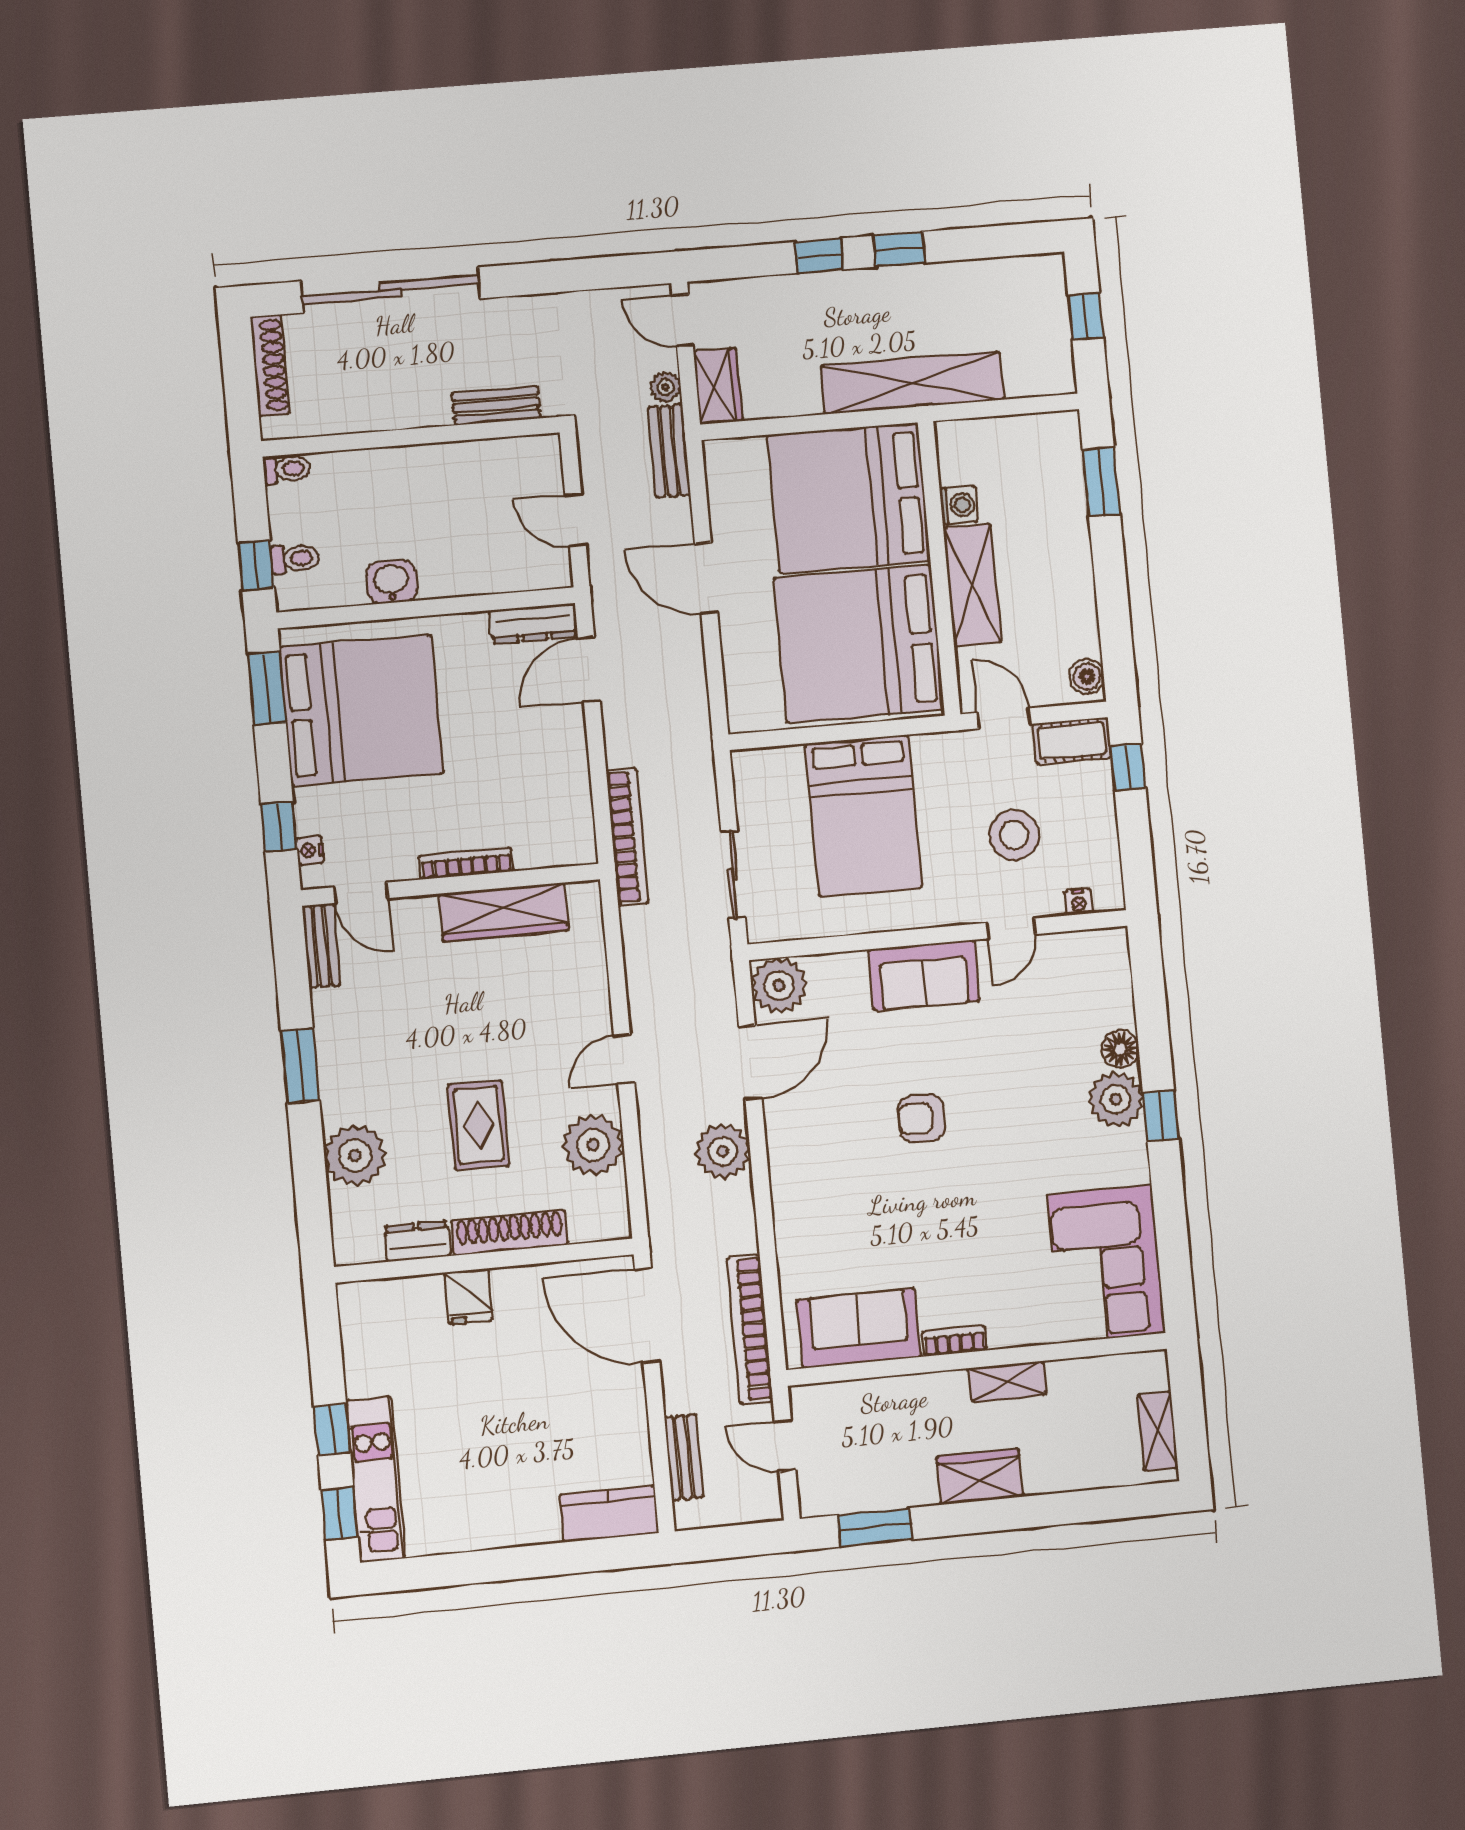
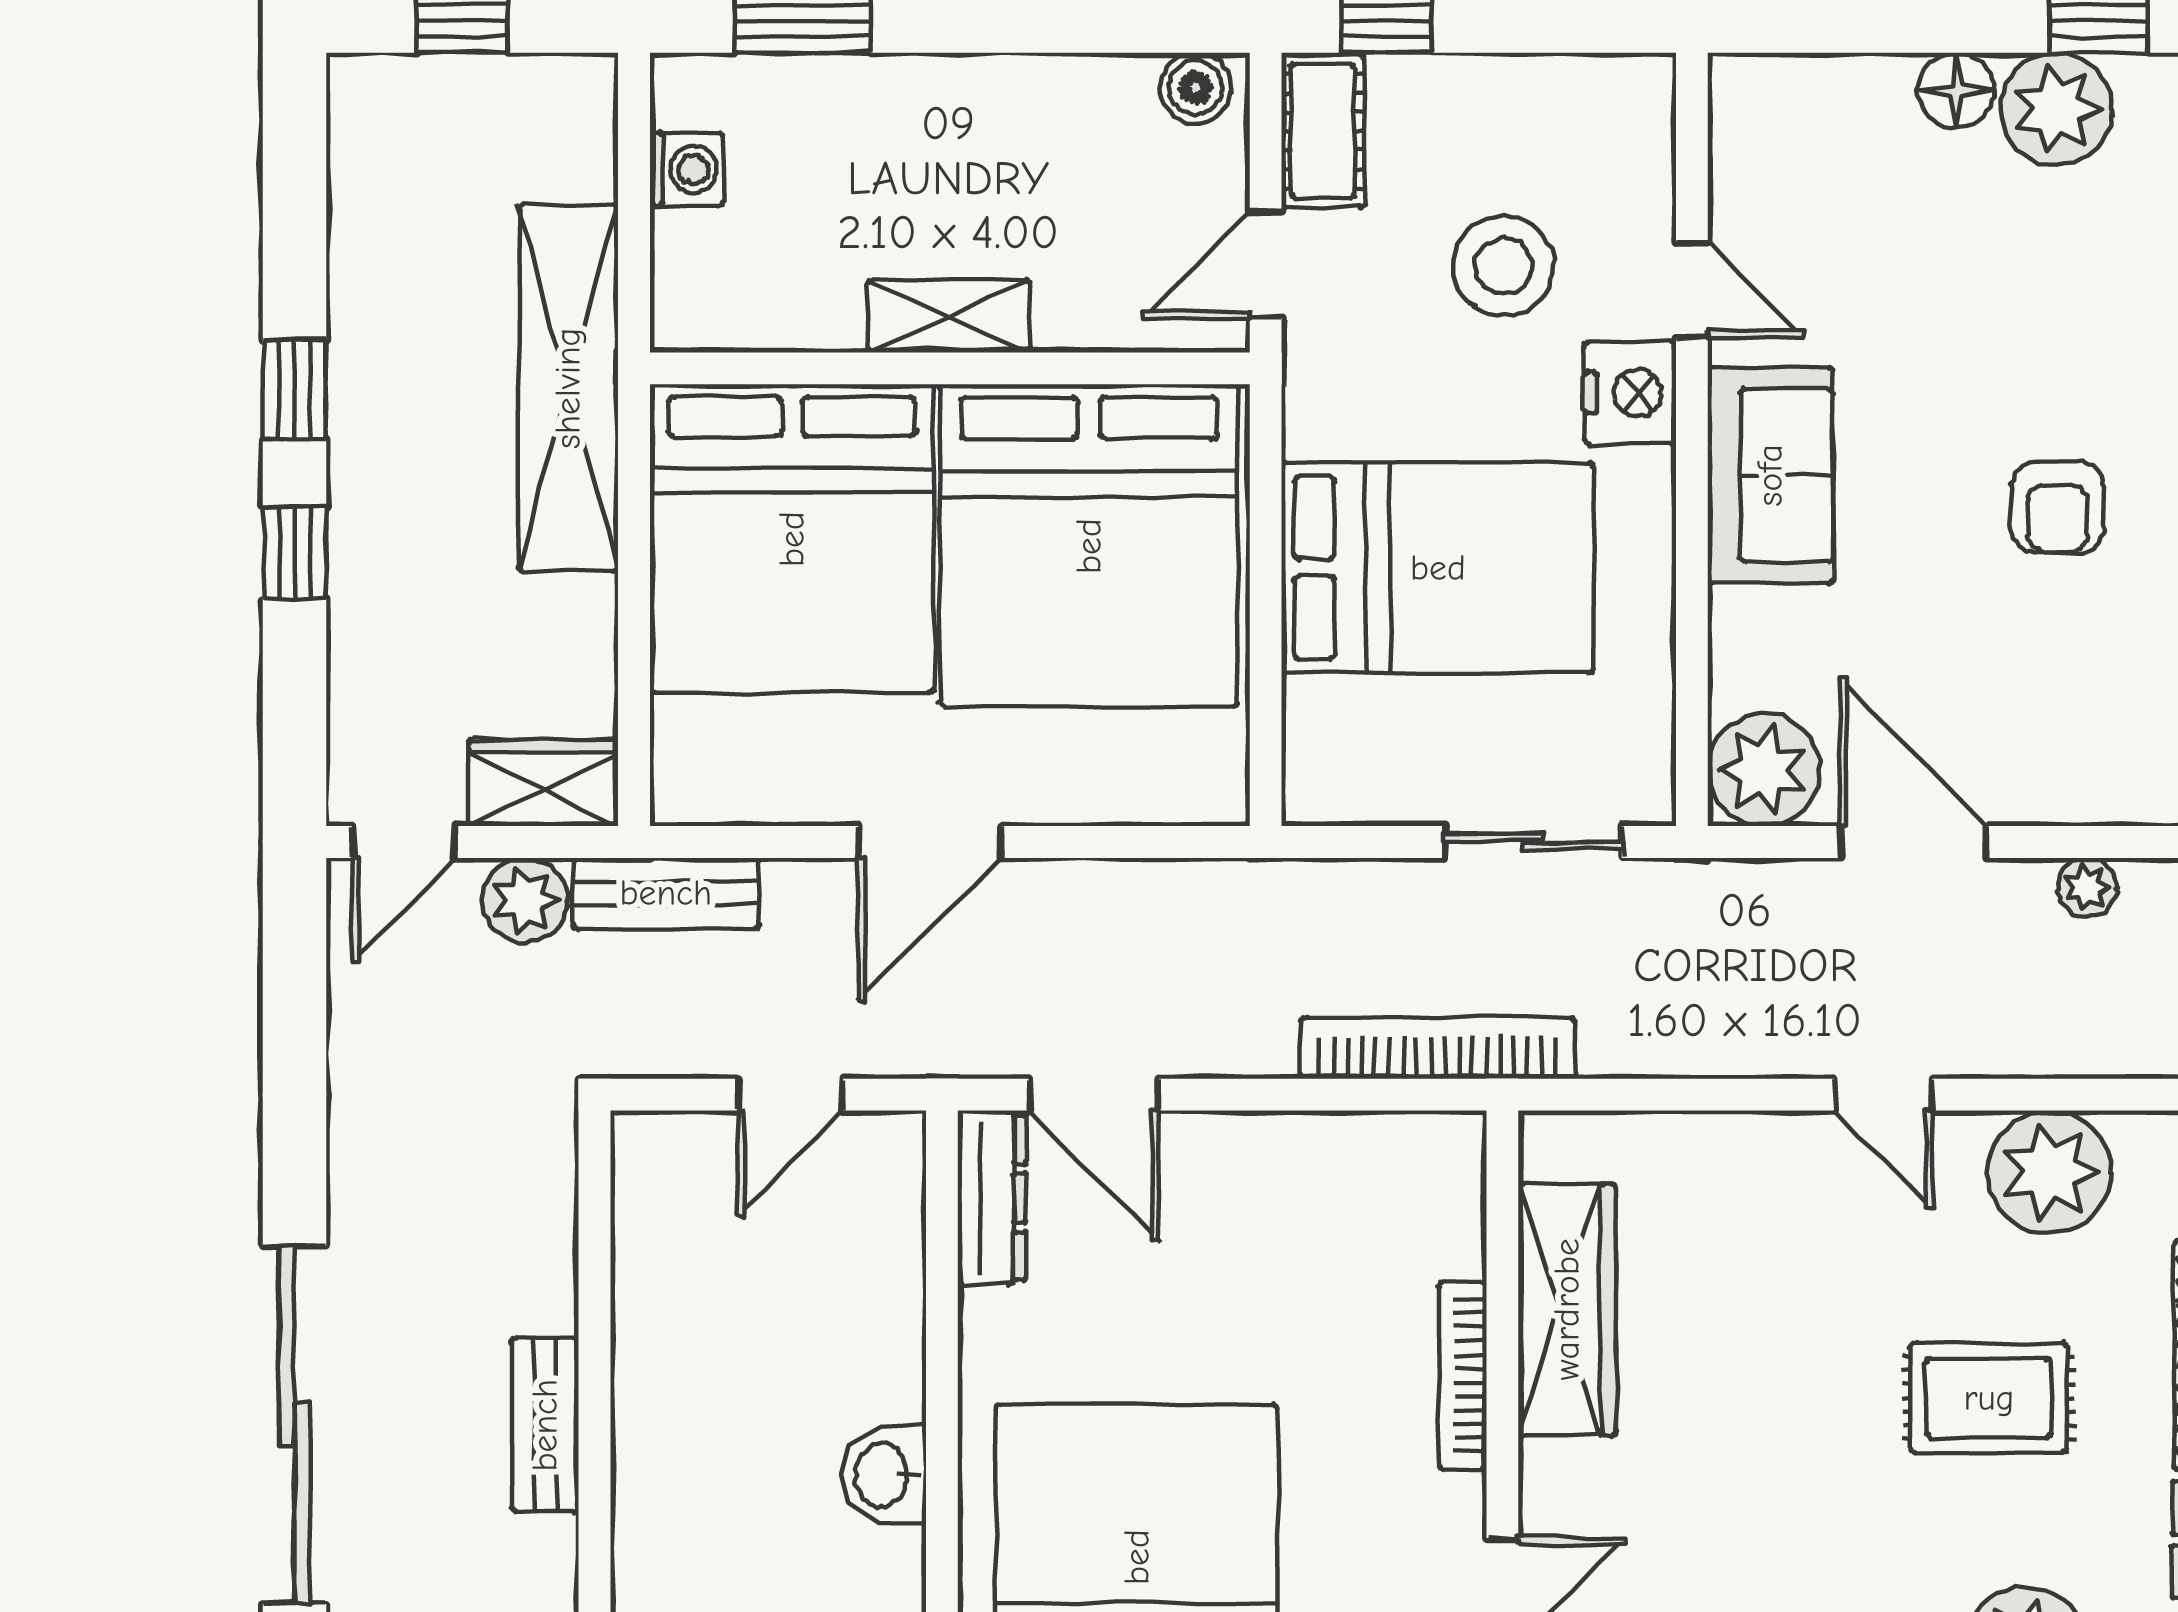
plant: (666, 387) -> (525, 900), width x1.38, depth x1.38
bench: (496, 405) -> (545, 1425), moved
washing machine: (959, 505) -> (686, 169), moved, turned 90
shelving: (972, 585) -> (949, 316), width x0.67, depth x0.75
nightstand: (1078, 902) -> (1630, 393), moved, width x1.89, depth x1.79
plant: (723, 1151) -> (2087, 887), width x0.53, depth x0.53

